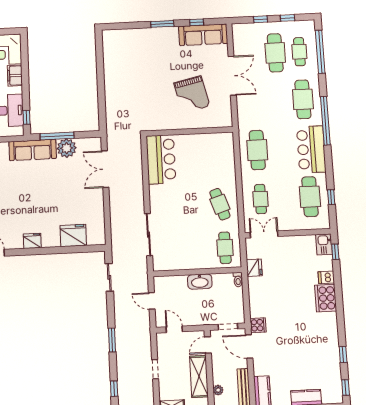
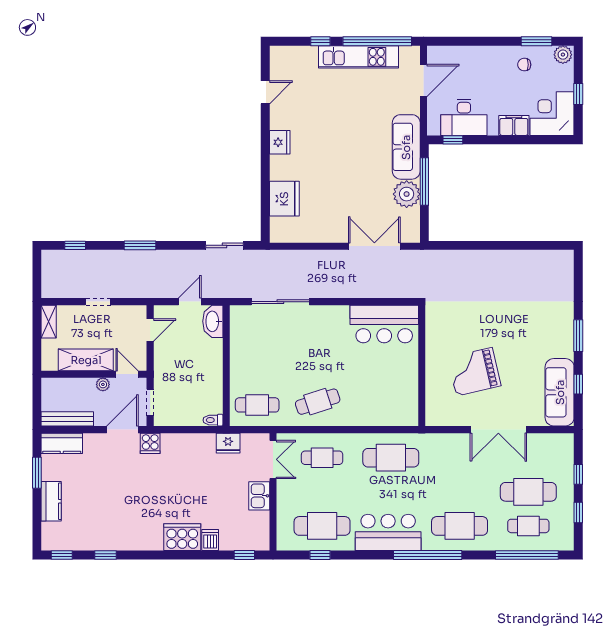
kitchen sink: (324, 244) -> (259, 496), moved, turned -90
washbasin: (200, 282) -> (213, 321), moved
plant: (218, 390) -> (103, 384), moved

